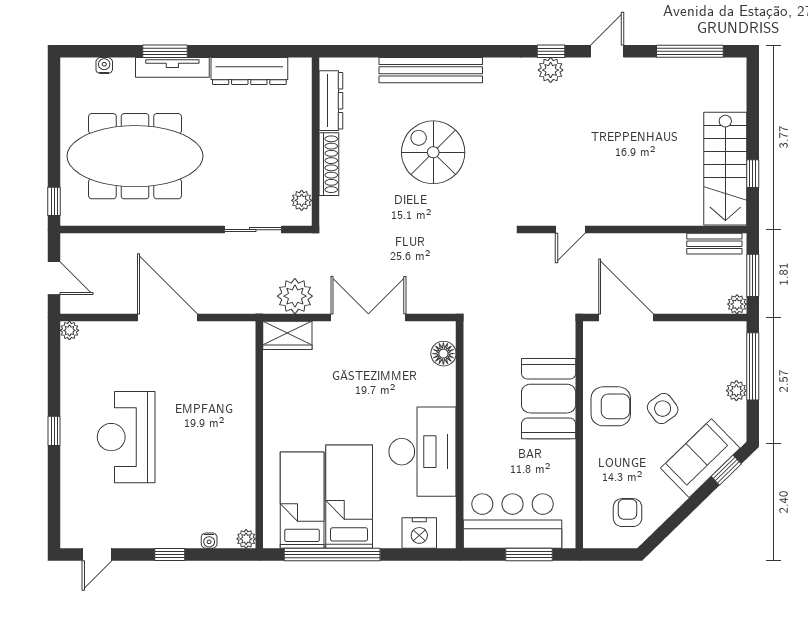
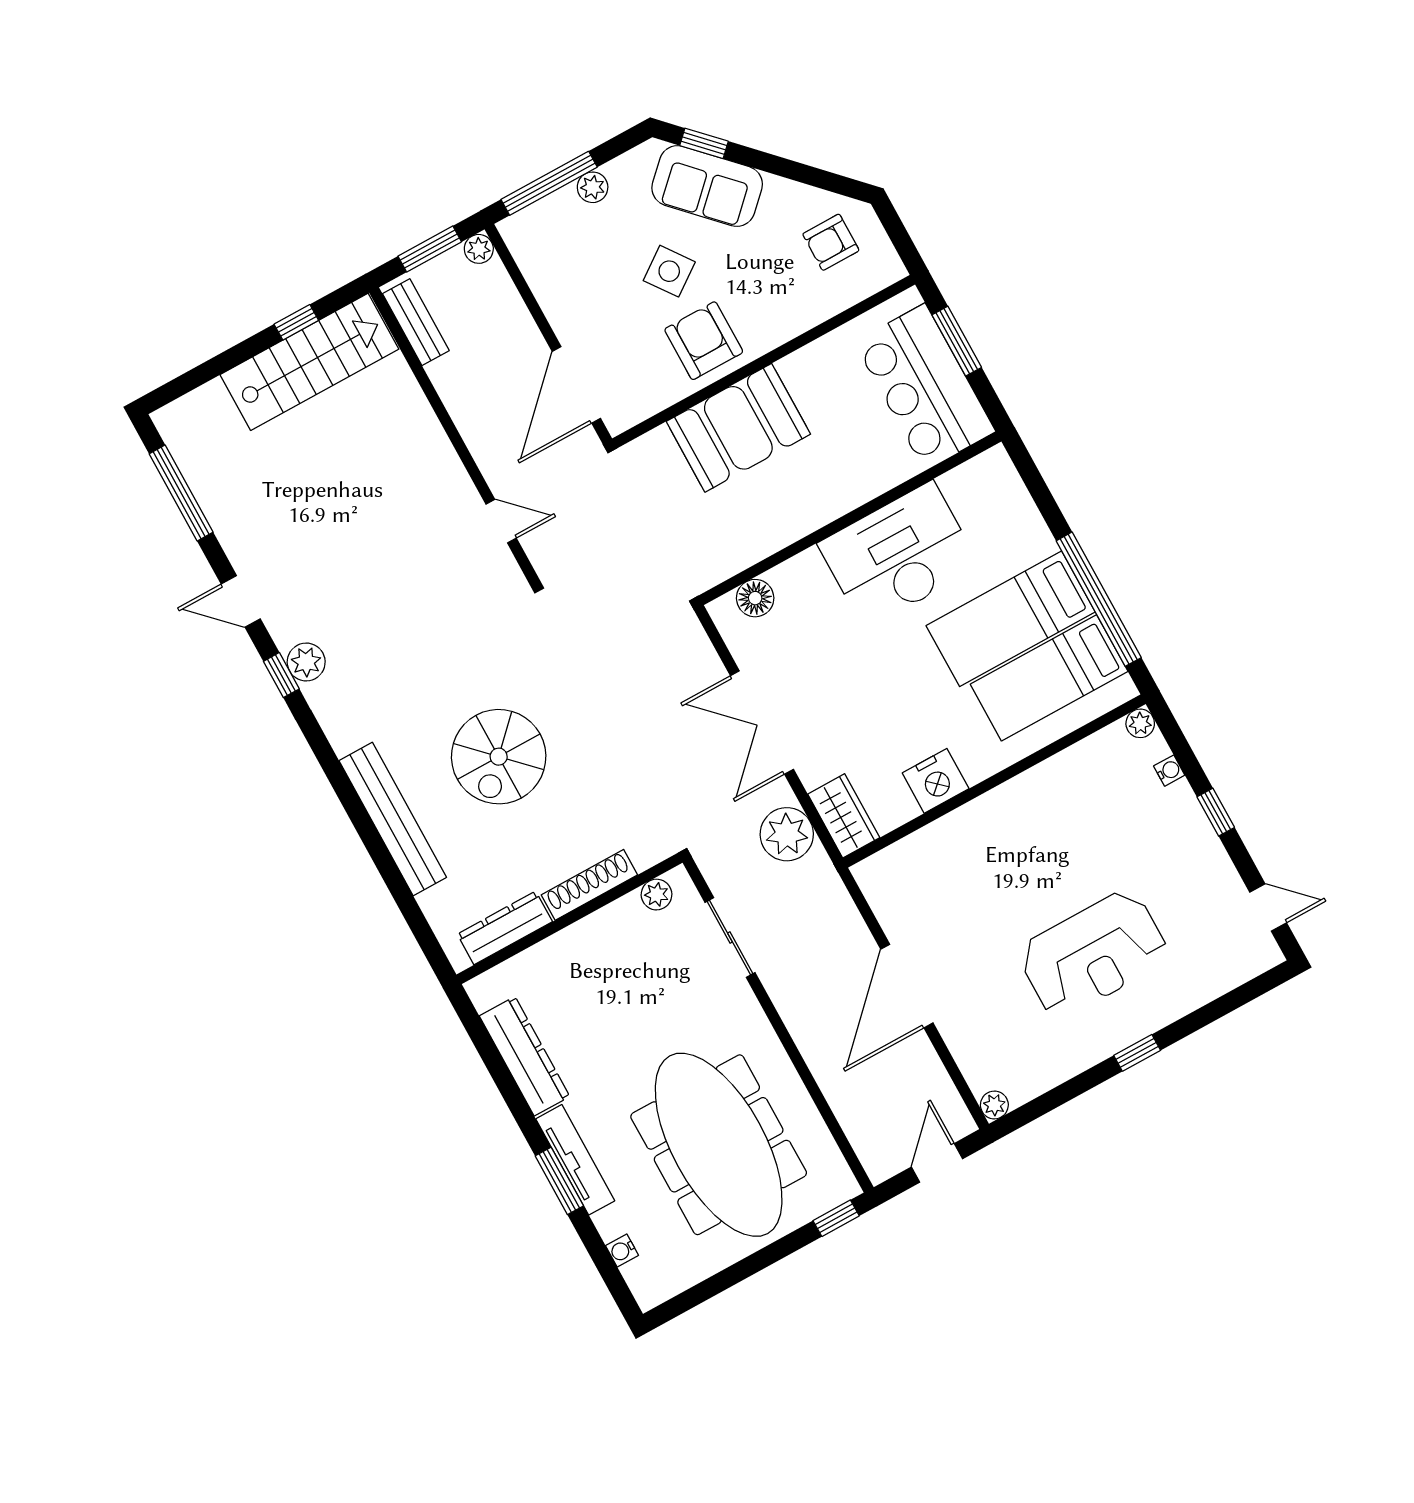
nightstand: (419, 533) -> (936, 781), moved, turned 90

